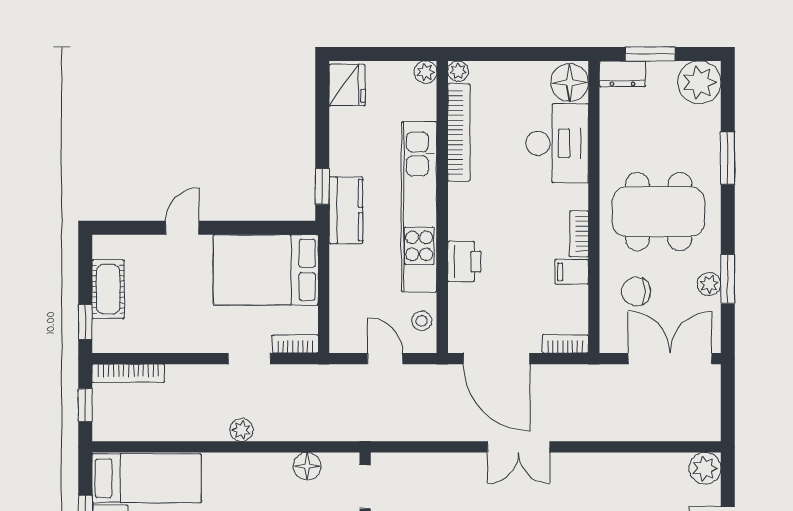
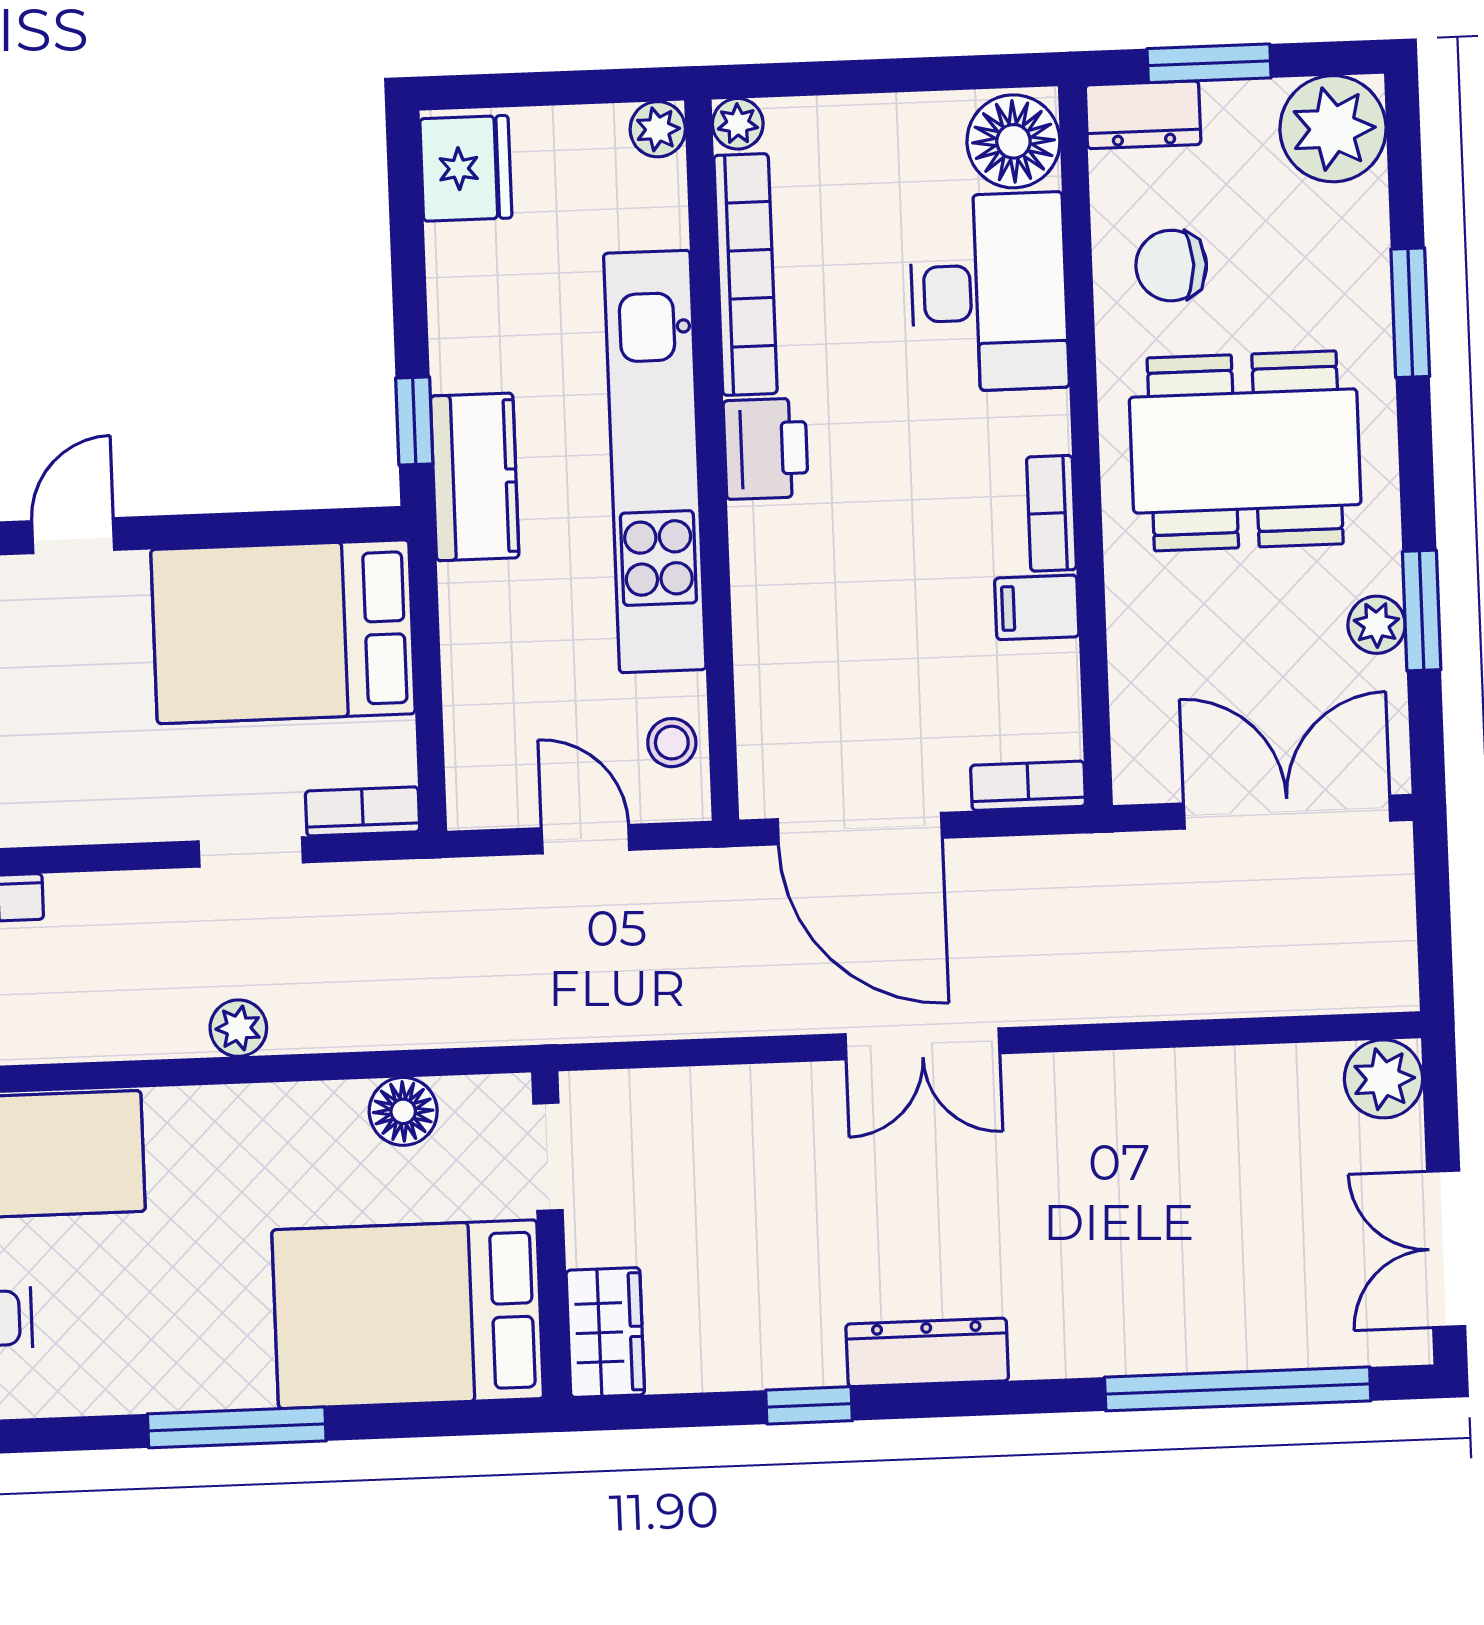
printer: (464, 262) -> (766, 449), moved
chair: (636, 292) -> (1171, 266), moved

